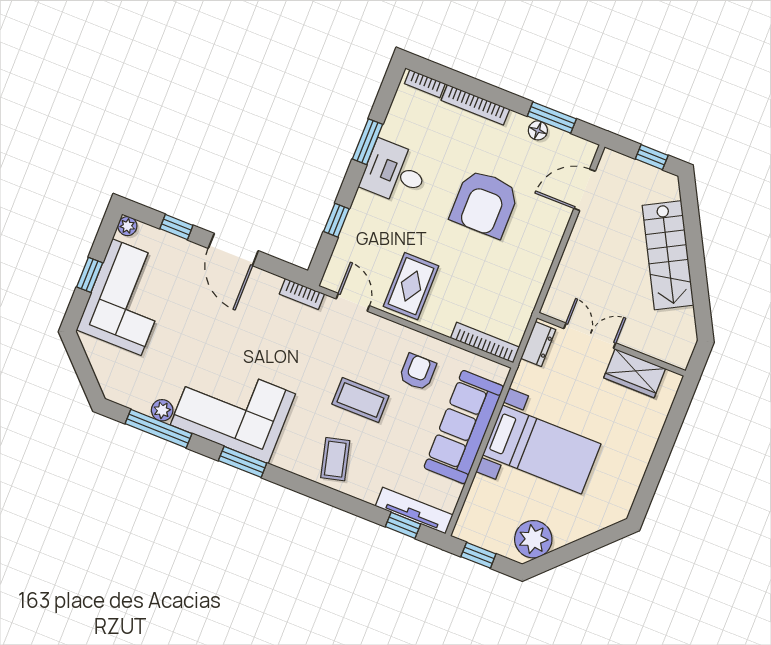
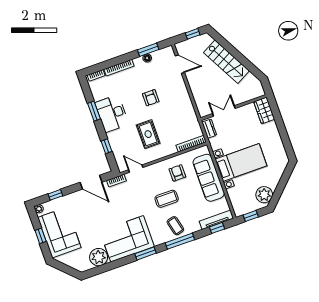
desk: (395, 172) -> (112, 113), width x1.37
door: (585, 190) -> (180, 64), swing flipped
armchair: (485, 204) -> (151, 98), width x0.53, depth x0.53
door: (233, 250) -> (91, 182), moved
rug: (411, 286) -> (148, 134), moved
wardrobe: (635, 373) -> (264, 110), moved, turned 90
plant: (162, 410) -> (99, 257), width x1.87, depth x1.87
window: (159, 429) -> (180, 241), moved

